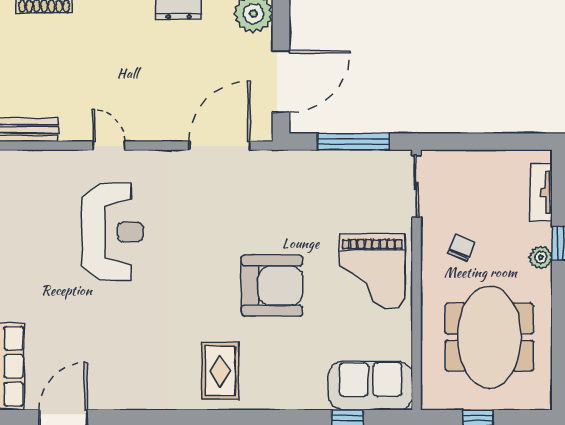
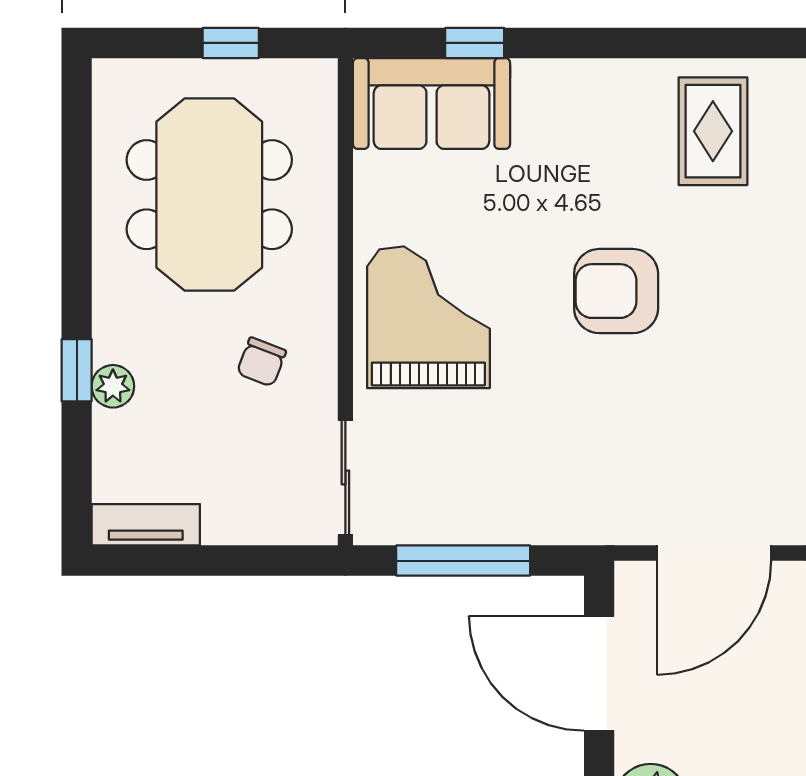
door: (281, 81) -> (599, 673), hinge flipped
tv unit: (541, 192) -> (146, 525), moved, turned -90
plant: (541, 257) -> (113, 386), moved
armchair: (272, 286) -> (616, 291), width x0.73, depth x0.73

